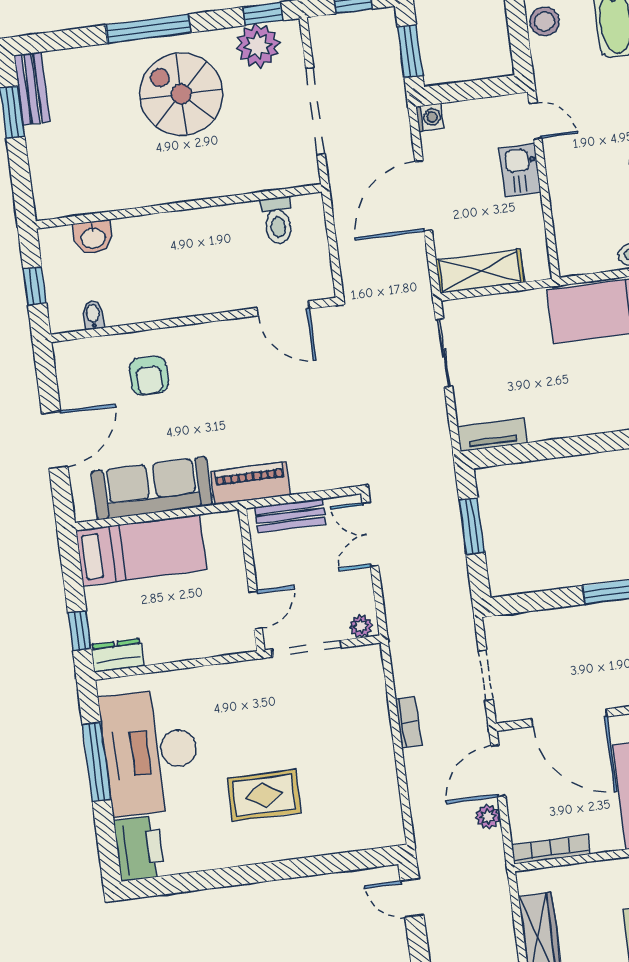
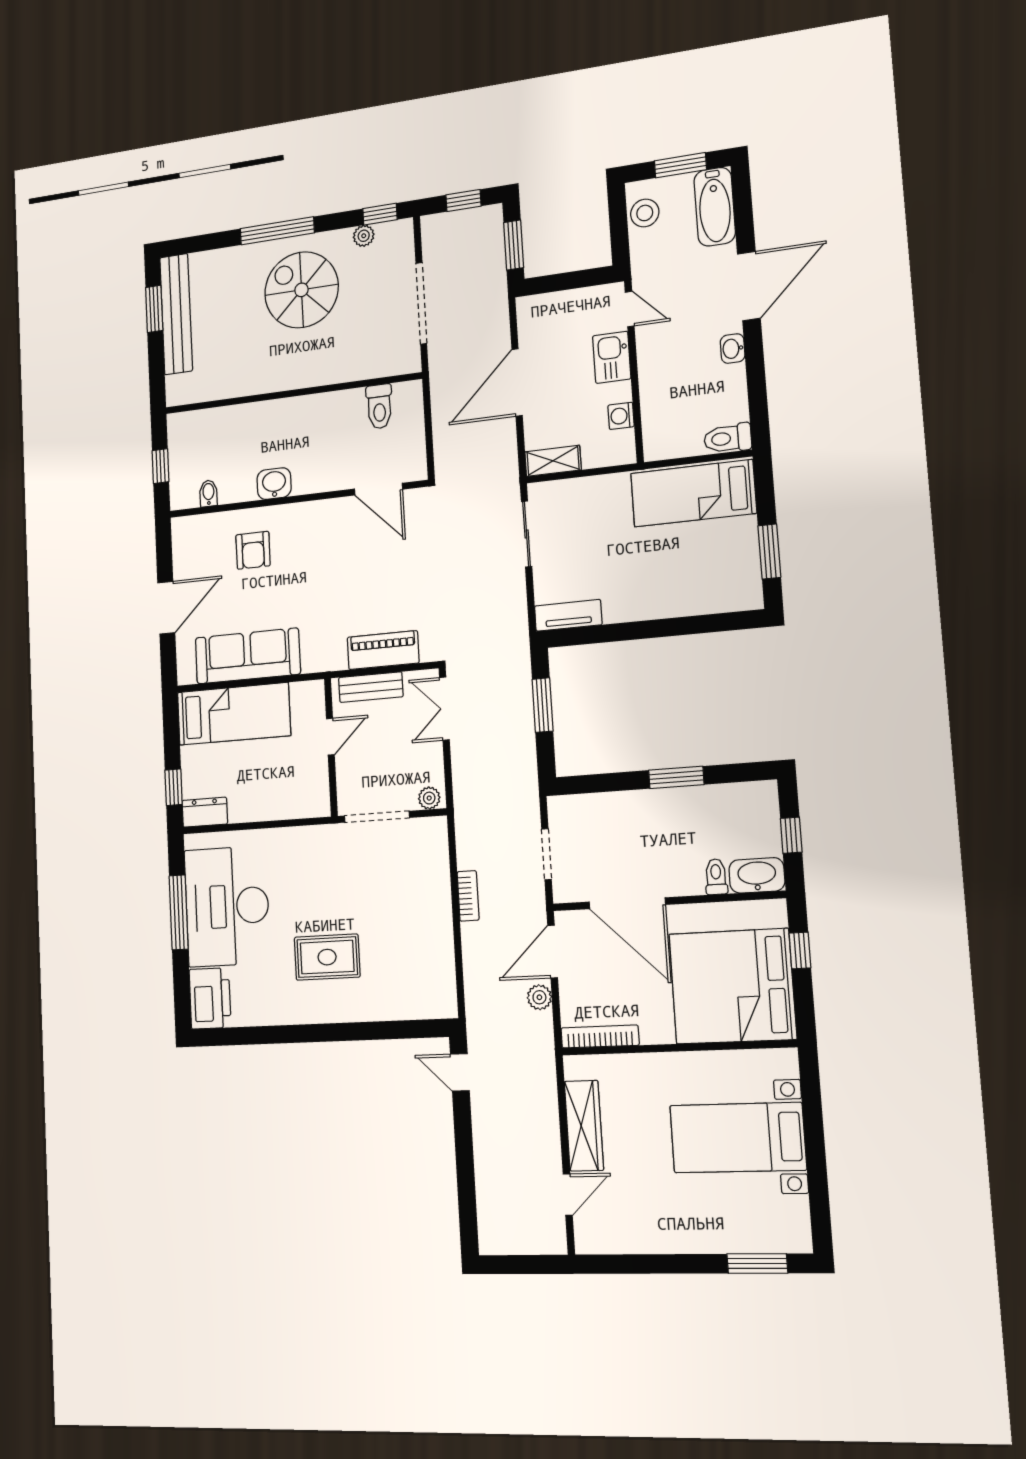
plant: (258, 46) -> (364, 236), width x0.53, depth x0.53
bench: (32, 88) -> (176, 314), width x1.86, depth x1.21
washing machine: (430, 117) -> (621, 416), moved, turned 180
washbasin: (93, 237) -> (274, 484), moved, turned 180
shelving: (480, 271) -> (553, 461), width x0.67, depth x0.75
piano: (250, 483) -> (383, 650), moved
door: (256, 610) -> (330, 737), moved

